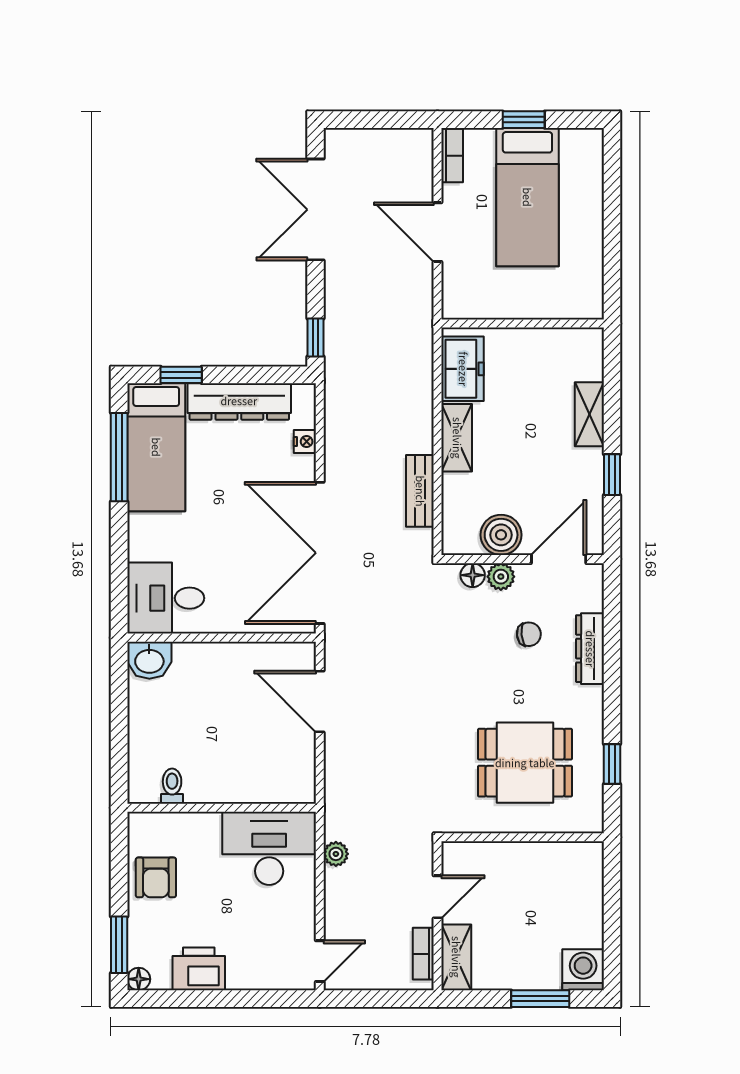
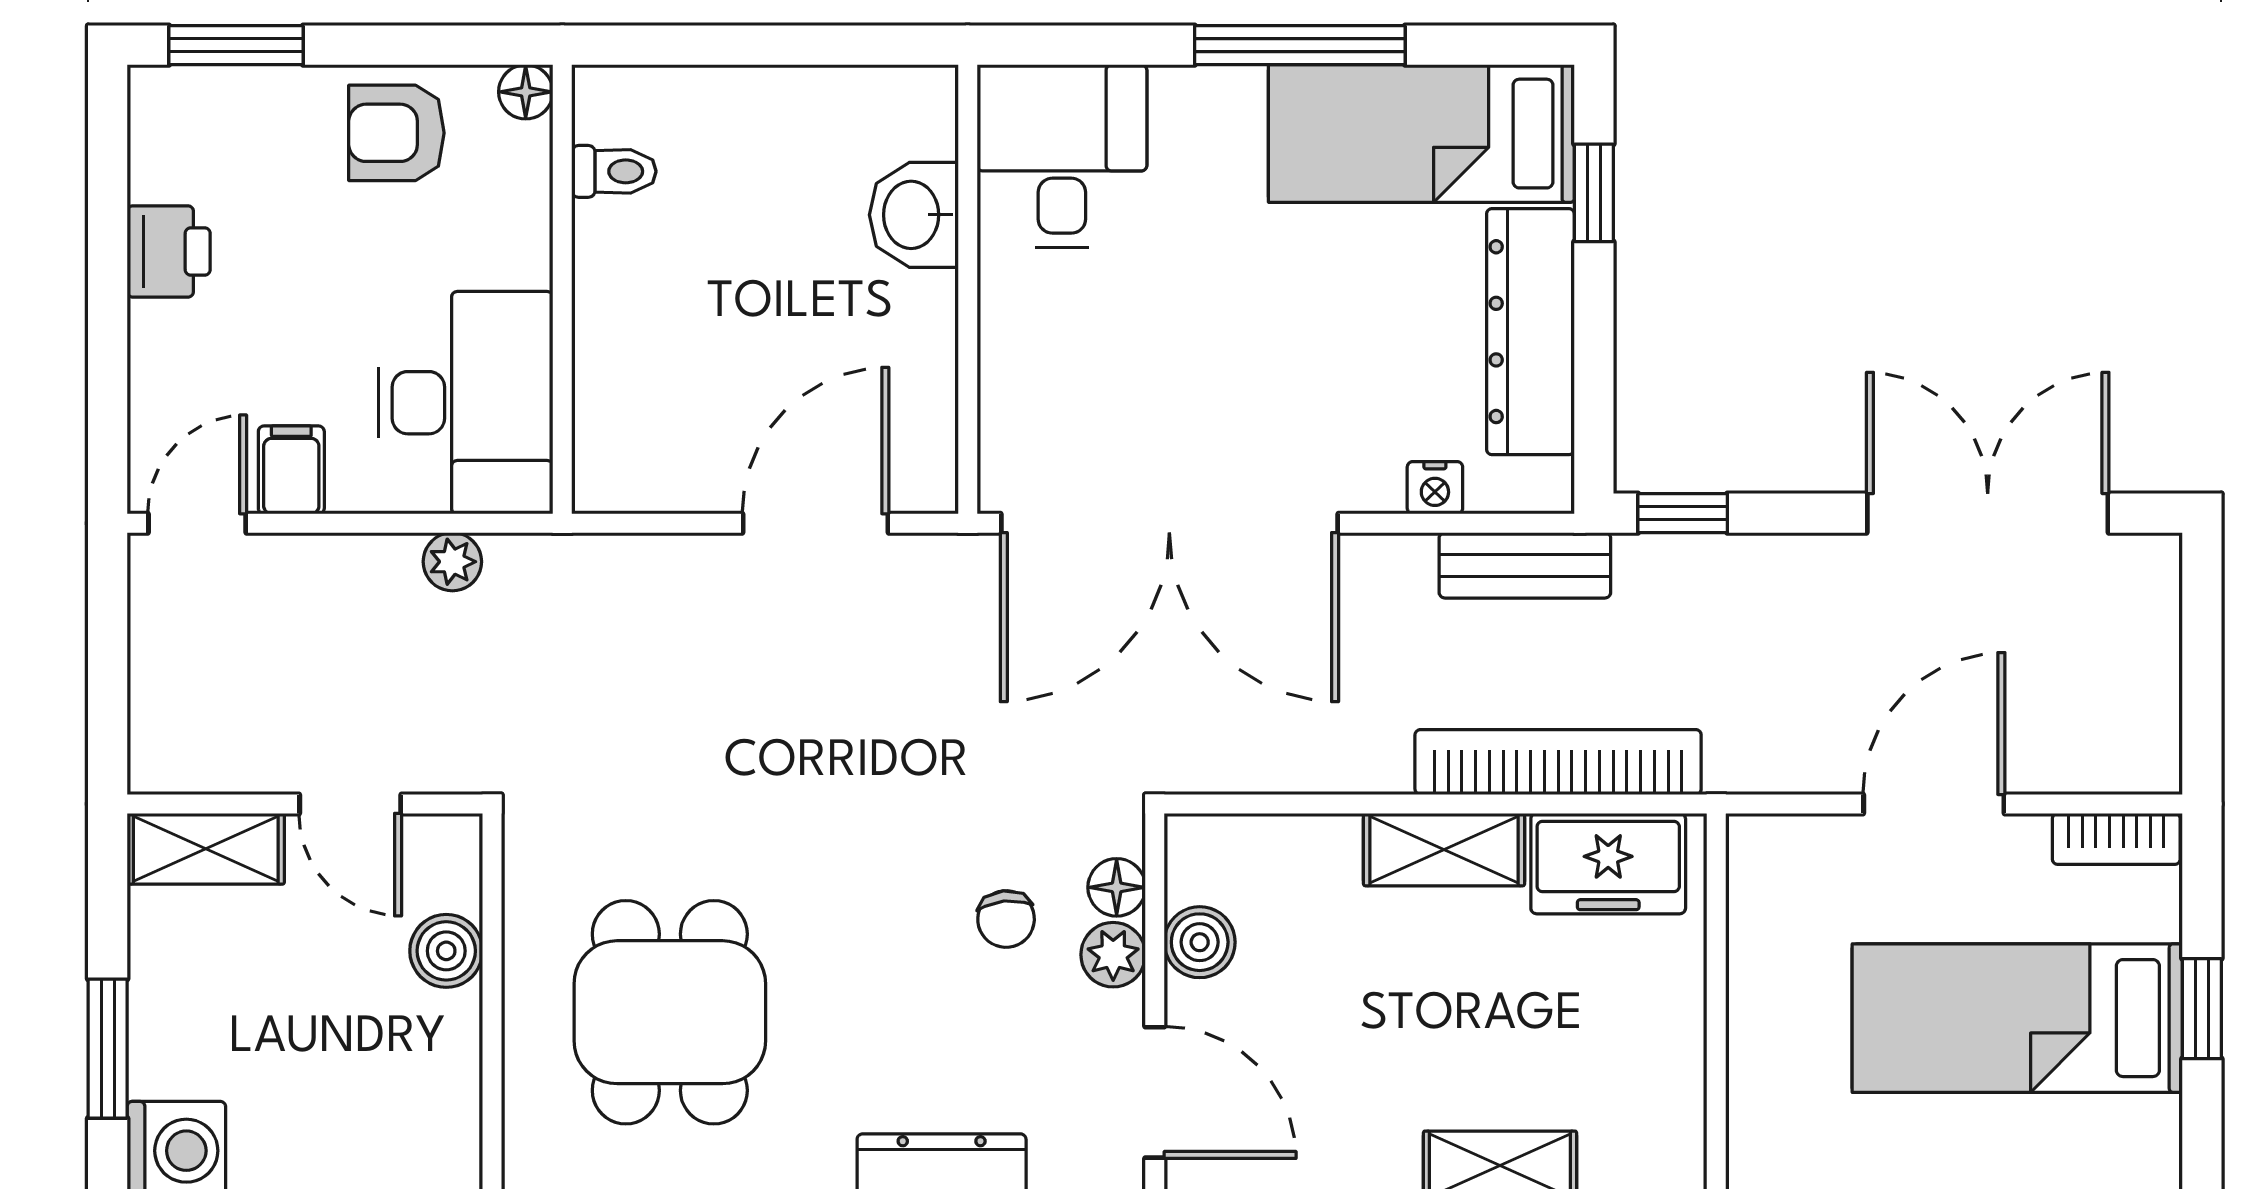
window: (119, 457) -> (1300, 45), moved
bench: (420, 491) -> (1525, 565), moved
boiler: (501, 535) -> (1200, 942), width x0.73, depth x0.73
double door: (320, 553) -> (1169, 523), swing flipped
chair: (529, 634) -> (1006, 919), moved
washbasin: (149, 660) -> (914, 215), moved
boiler: (499, 856) -> (446, 951), added
filing cabinet: (297, 922) -> (291, 470), added
bookcase: (423, 954) -> (1558, 762), moved, width x2.31, depth x1.31
door: (320, 961) -> (197, 523), swing flipped
printer: (199, 969) -> (169, 251), width x0.73, depth x0.81
floor lamp: (139, 979) -> (526, 92), moved

